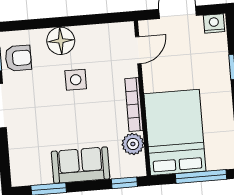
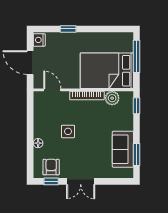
floor lamp: (61, 41) -> (38, 143), width x0.53, depth x0.53
sofa: (81, 165) -> (123, 149), moved

